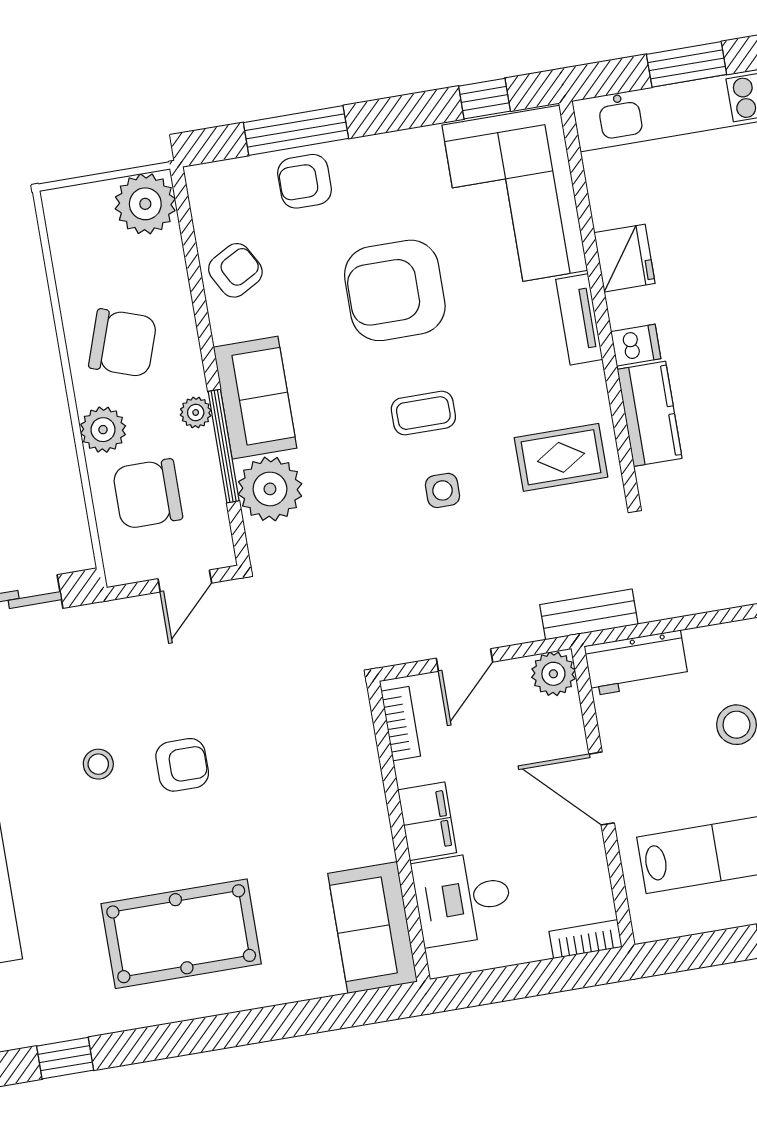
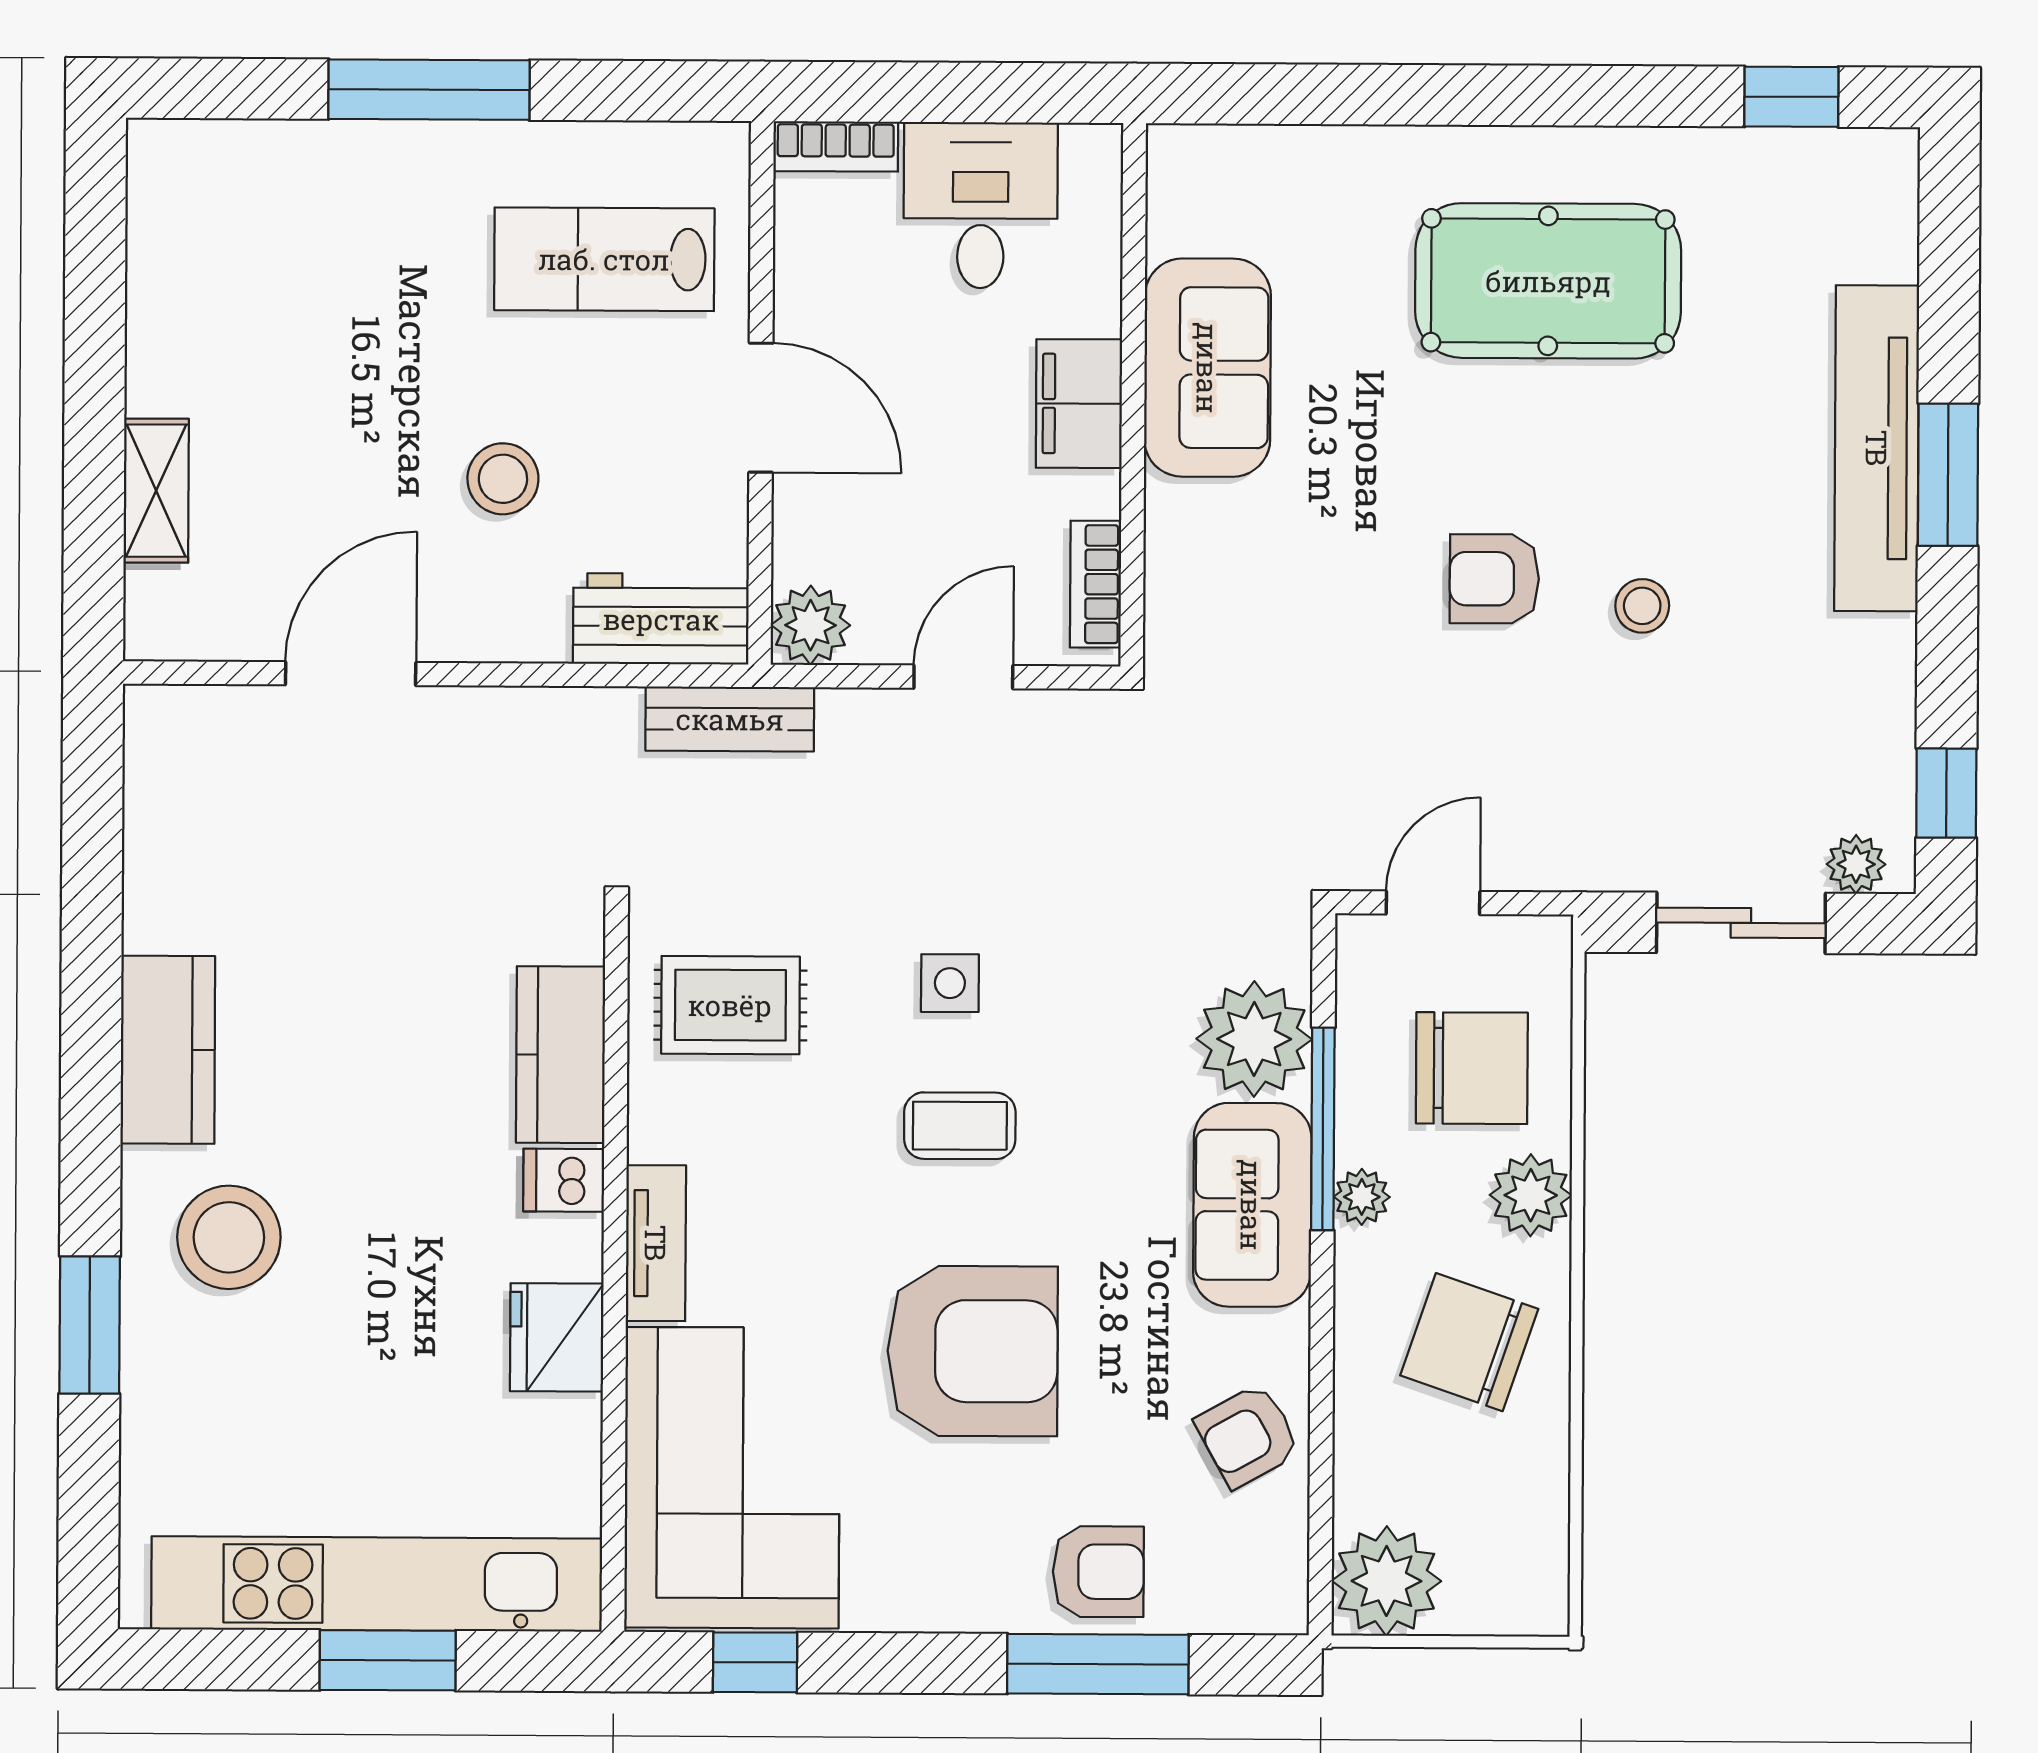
desk: (463, 898) -> (981, 205), moved, turned -90
sofa: (373, 928) -> (1208, 368), moved

